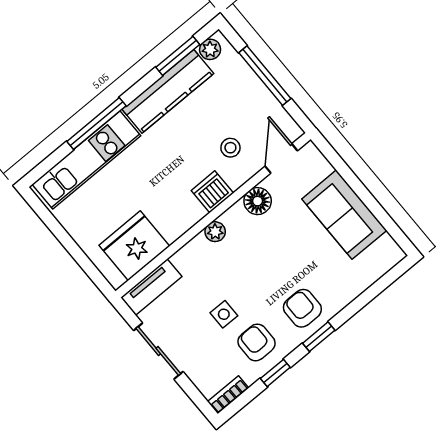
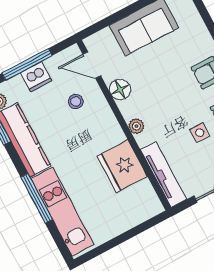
dishwasher: (212, 192) -> (36, 77), moved, turned -90
fridge: (134, 246) -> (122, 166), moved
tv unit: (151, 287) -> (163, 174), width x1.41

